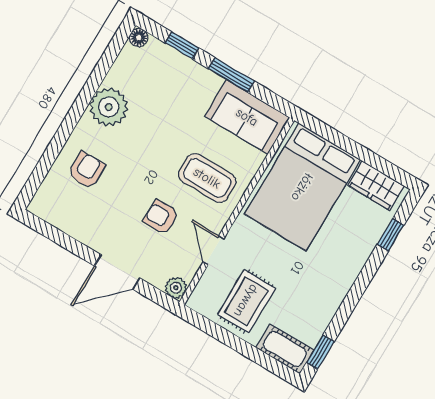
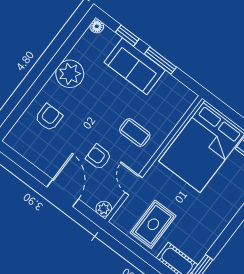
sofa: (247, 117) -> (135, 66), moved
coffee table: (207, 178) -> (135, 133), width x0.73, depth x0.77
door: (117, 272) -> (63, 193), swing flipped

